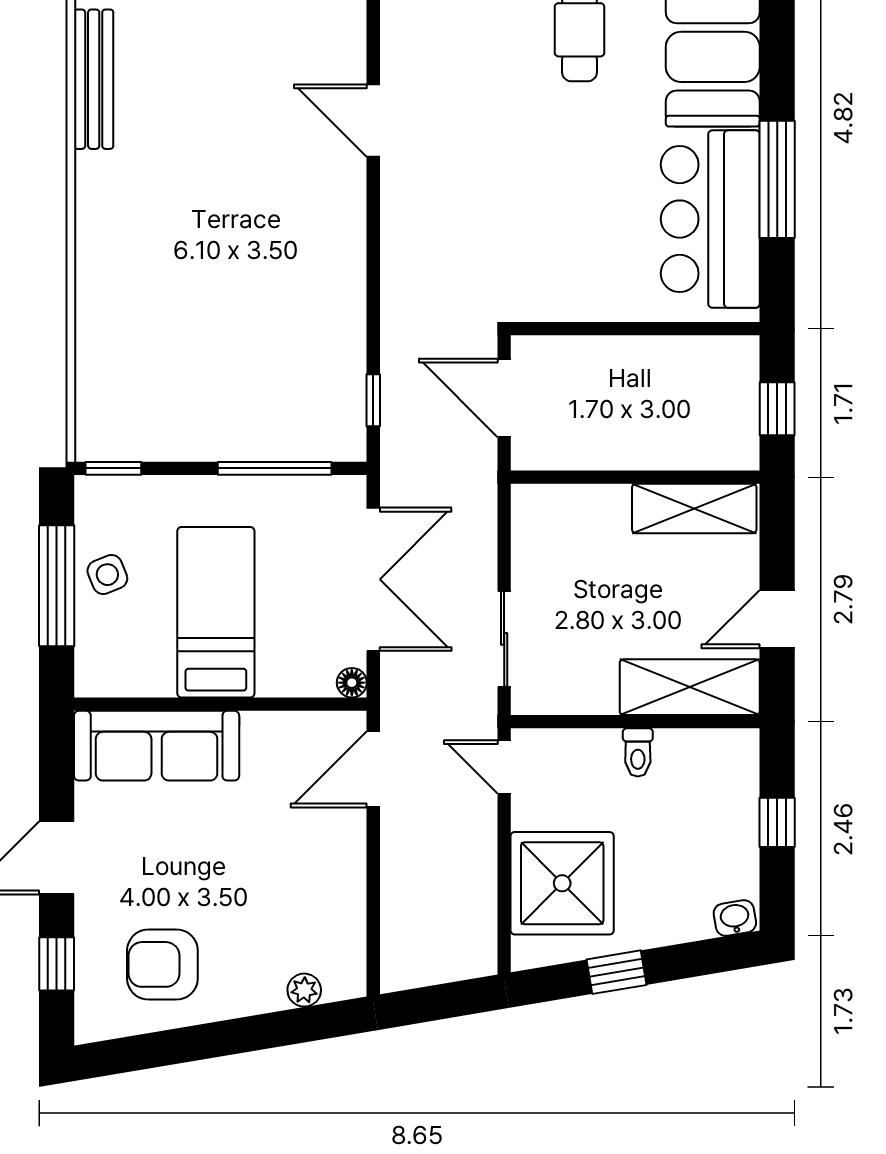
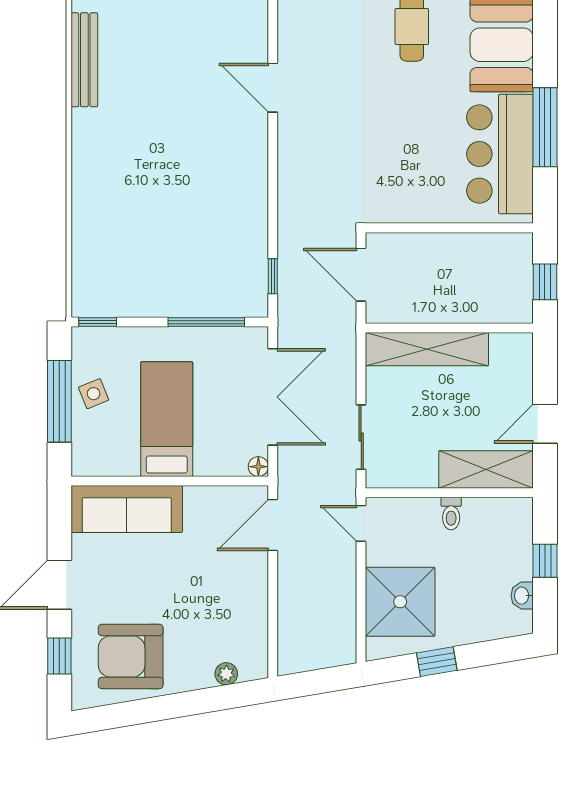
shelving: (694, 508) -> (427, 349), moved, width x1.47
washbasin: (735, 918) -> (522, 596), moved, turned -80
armchair: (162, 964) -> (131, 656), width x1.36, depth x1.36

